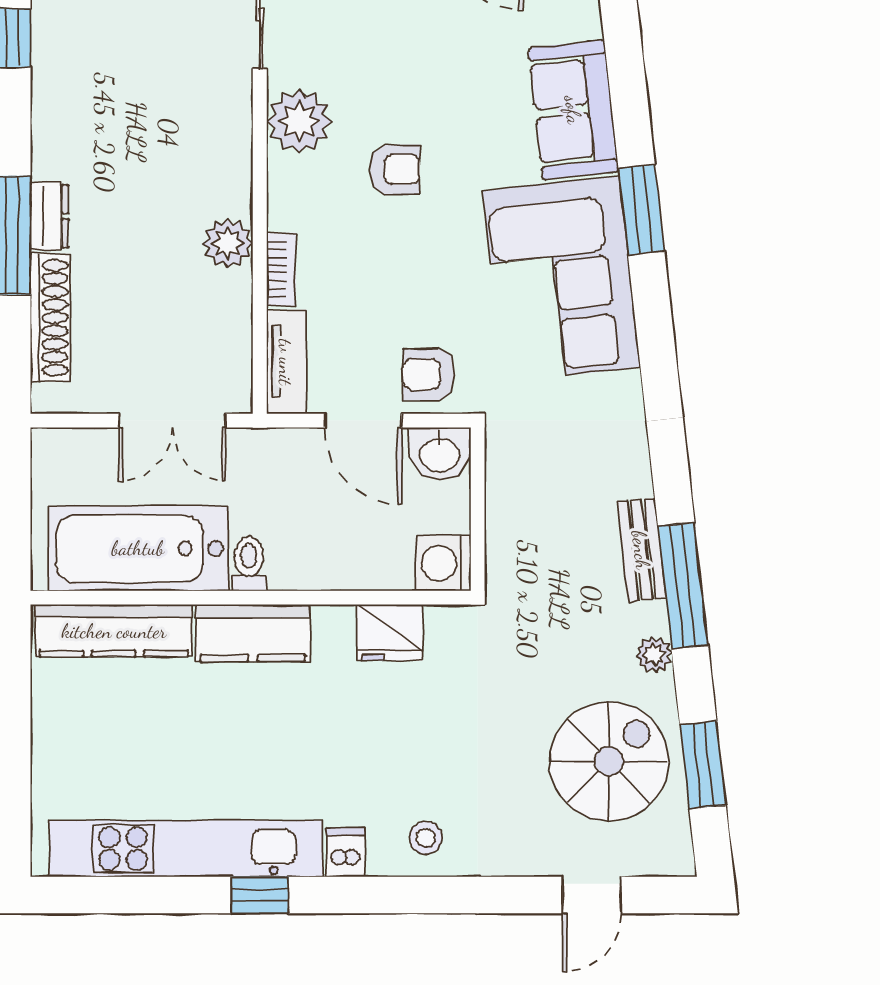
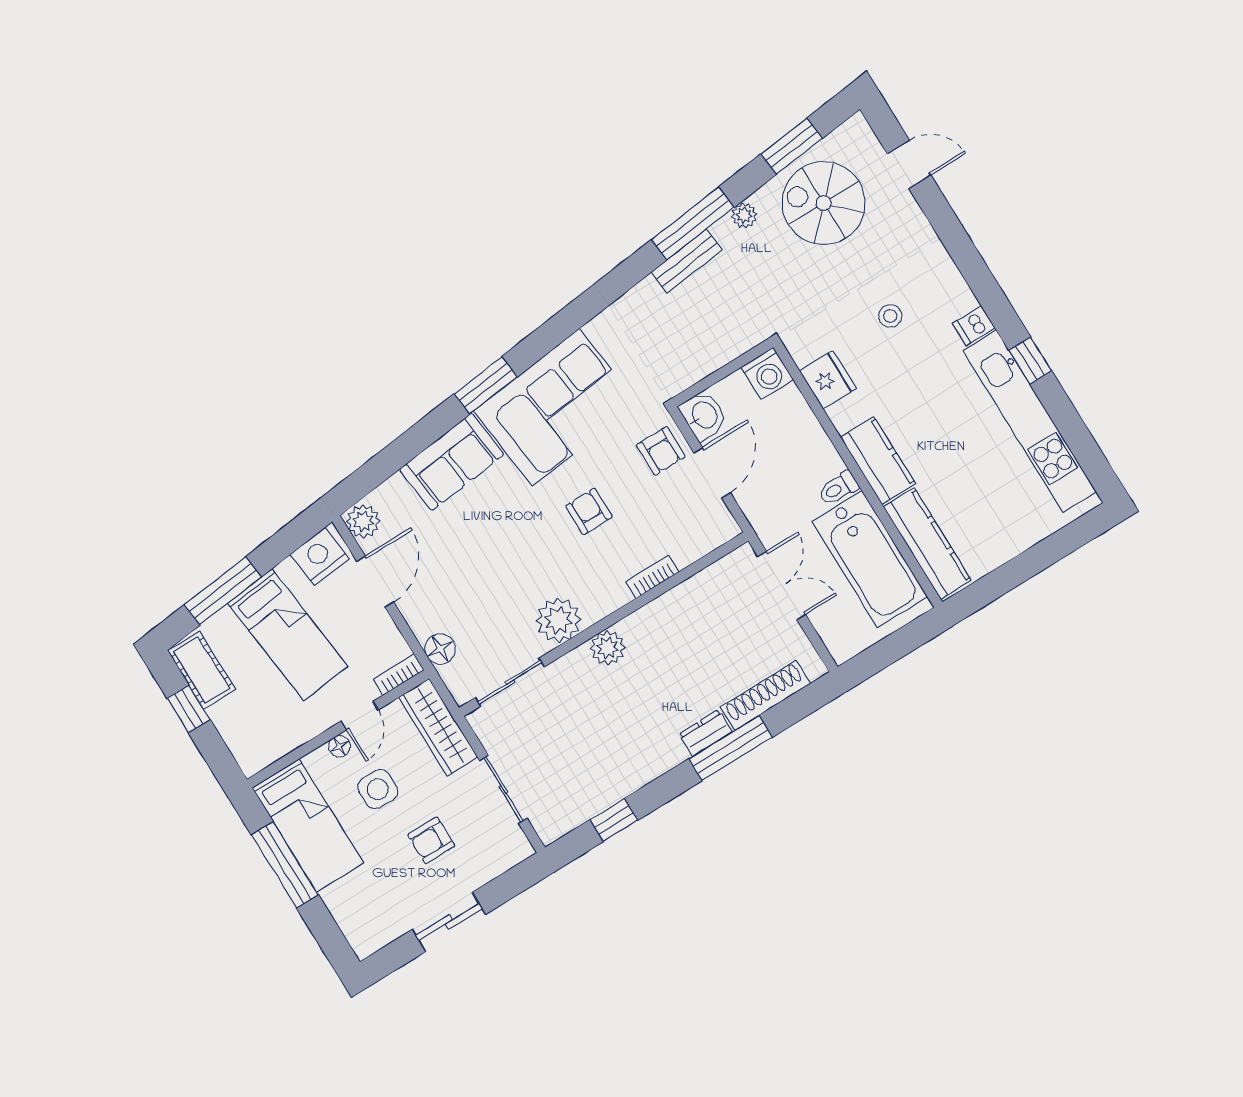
armchair: (395, 169) -> (589, 511), moved
plant: (228, 243) -> (608, 648), moved
tv unit: (286, 362) -> (705, 540), removed
stool: (426, 838) -> (890, 316), moved

